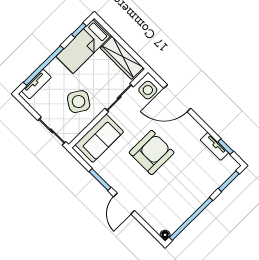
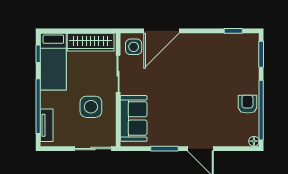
side table: (79, 102) -> (91, 107), turned -33
tv unit: (214, 146) -> (225, 39), removed
armchair: (152, 152) -> (247, 104), moved, width x0.53, depth x0.53

